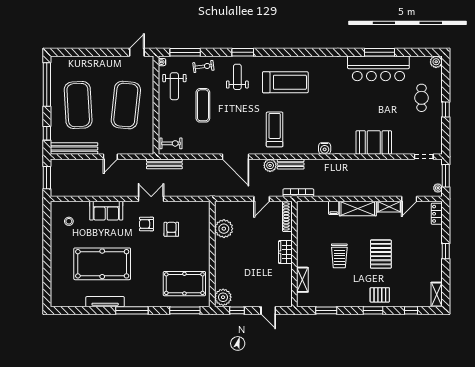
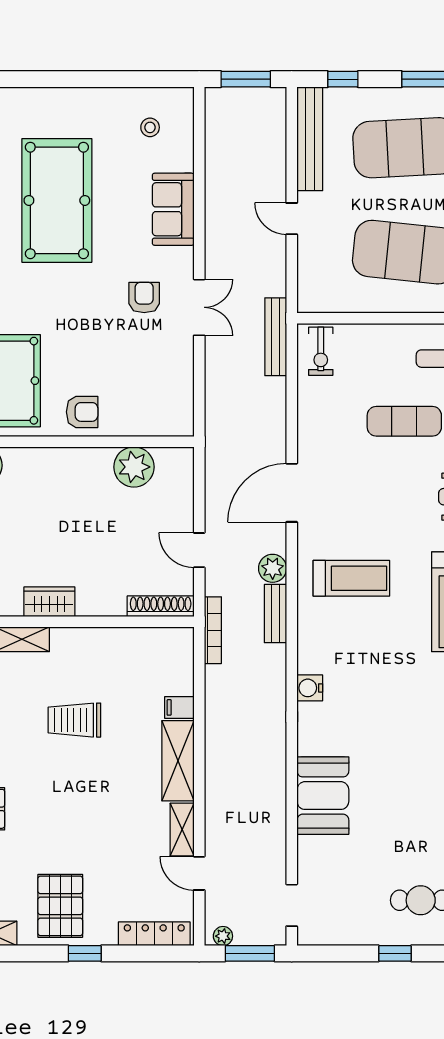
locker: (437, 214) -> (154, 934), width x1.53
armchair: (171, 229) -> (82, 412), moved
wardrobe: (285, 252) -> (49, 602), moved
pallet: (381, 254) -> (60, 906), moved, turned 90

